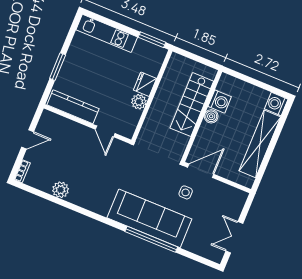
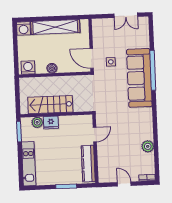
plant: (139, 102) -> (37, 122), moved
washing machine: (220, 102) -> (28, 68), moved
stairs: (192, 105) -> (50, 105), moved, turned 180

